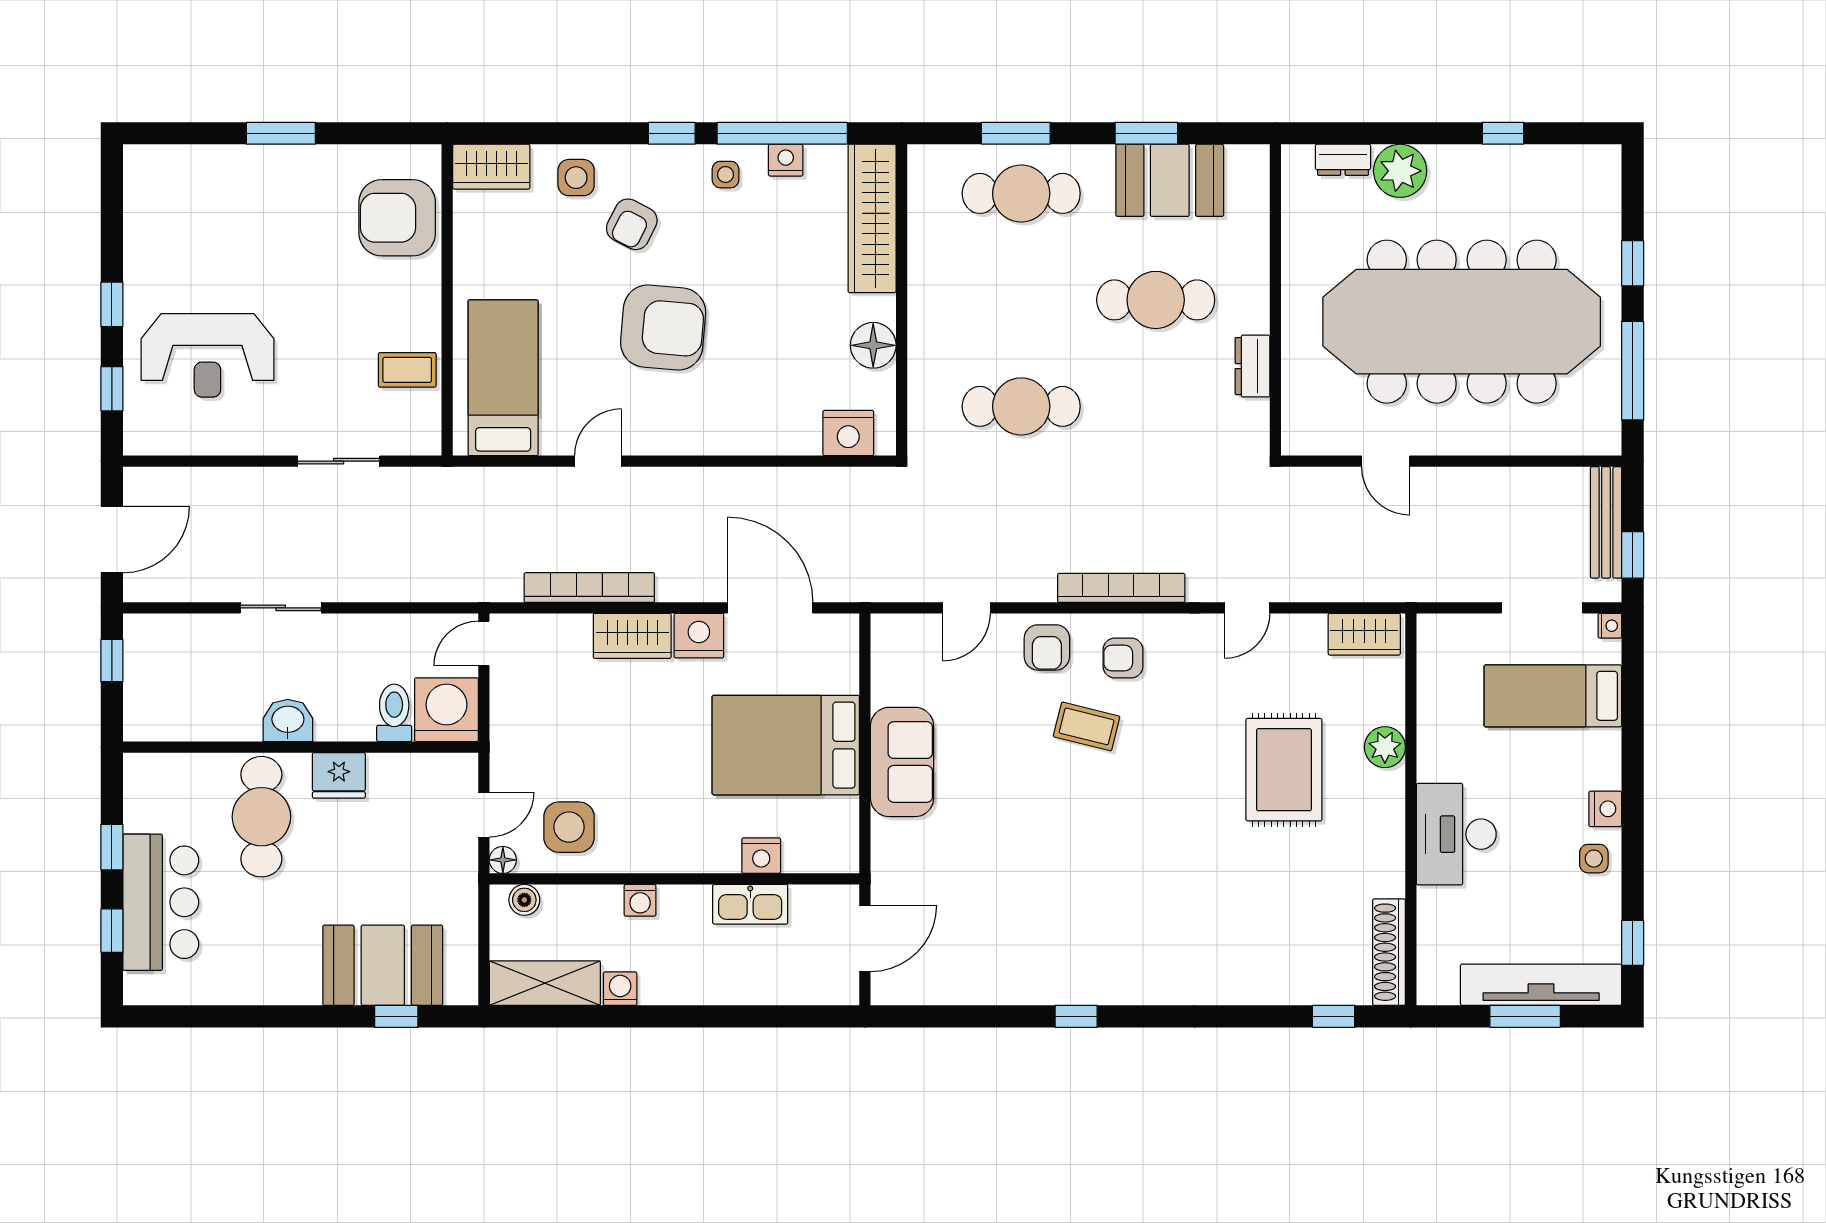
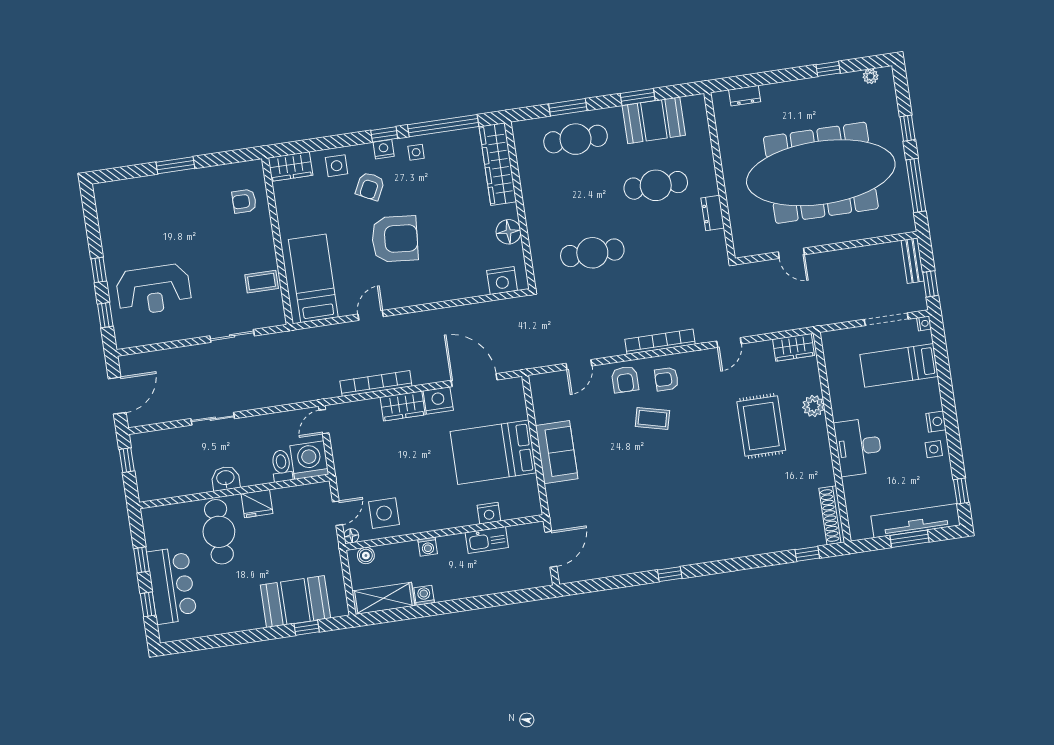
nightstand: (786, 160) -> (384, 149), moved
plant: (1400, 171) -> (871, 76), moved, width x0.53, depth x0.53
armchair: (397, 218) -> (244, 201), width x0.53, depth x0.53
bench: (1606, 522) -> (913, 261), width x0.73

